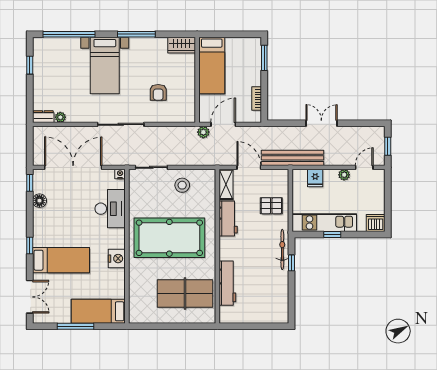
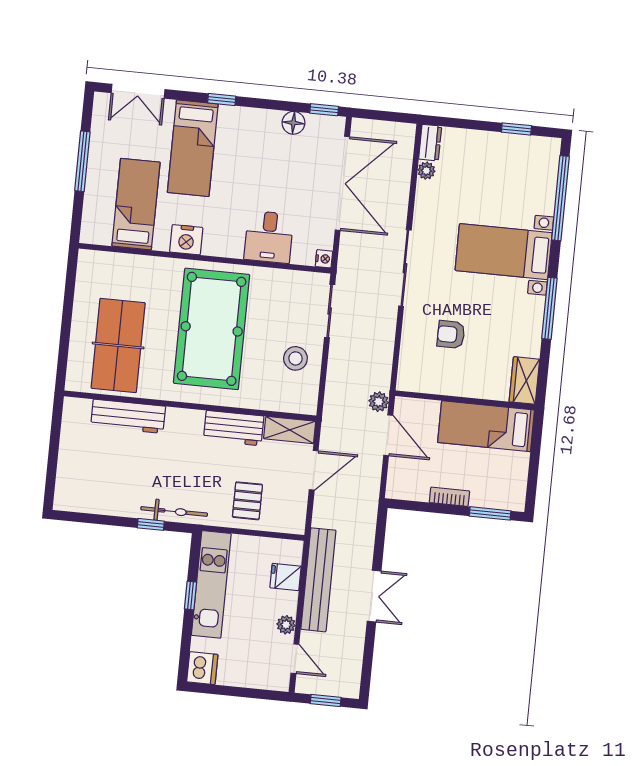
bookcase: (257, 98) -> (449, 497), moved
bench: (293, 158) -> (318, 580), moved
desk: (110, 209) -> (269, 237), width x0.73
bed: (98, 311) -> (136, 204), moved

